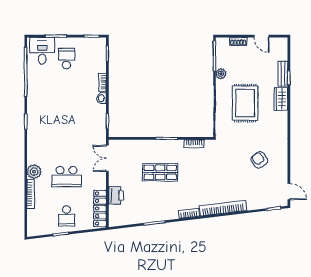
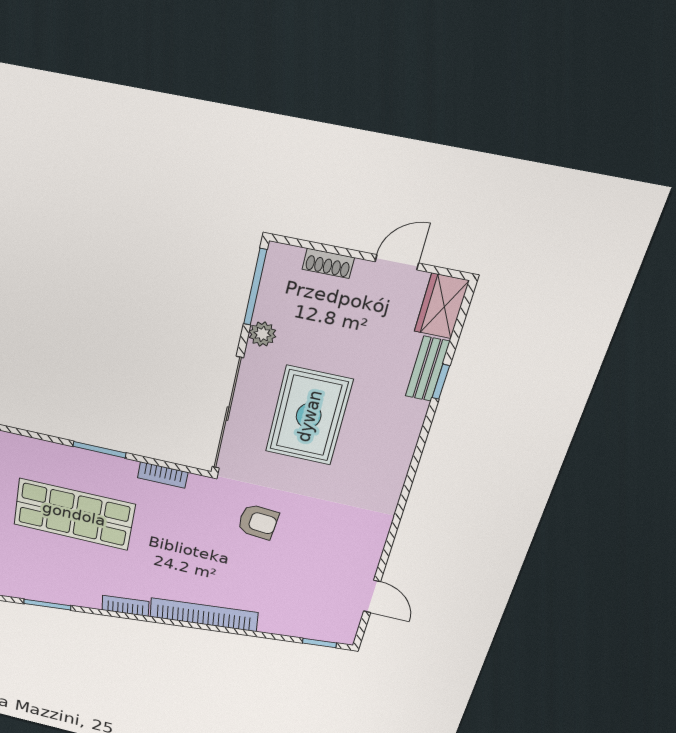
door: (262, 36) -> (397, 262), swing flipped
wardrobe: (281, 99) -> (442, 306), moved
armchair: (259, 160) -> (258, 522), moved, turned 132
shop shelf: (160, 172) -> (74, 514), width x1.43, depth x1.36
door: (289, 192) -> (372, 596), moved

